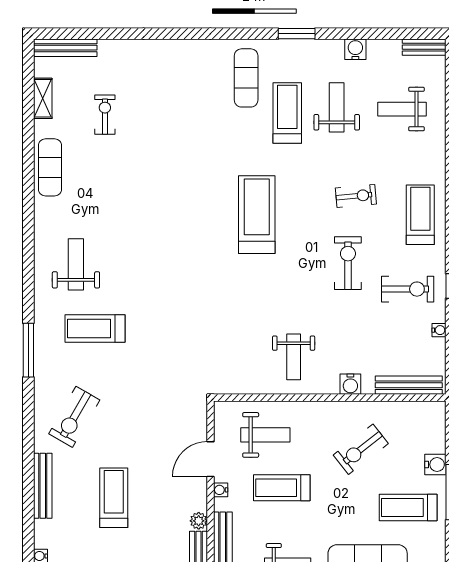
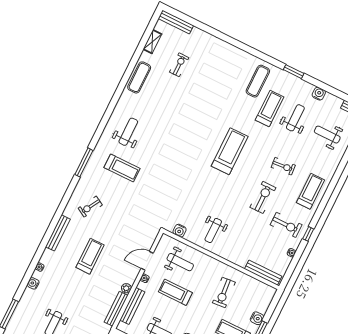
treadmill: (95, 328) -> (122, 168), turned 180
water cooler: (350, 384) -> (180, 231), moved
exercise bike: (74, 417) -> (90, 207), width x0.73, depth x0.72
exercise bike: (361, 449) -> (224, 293), turned -57

